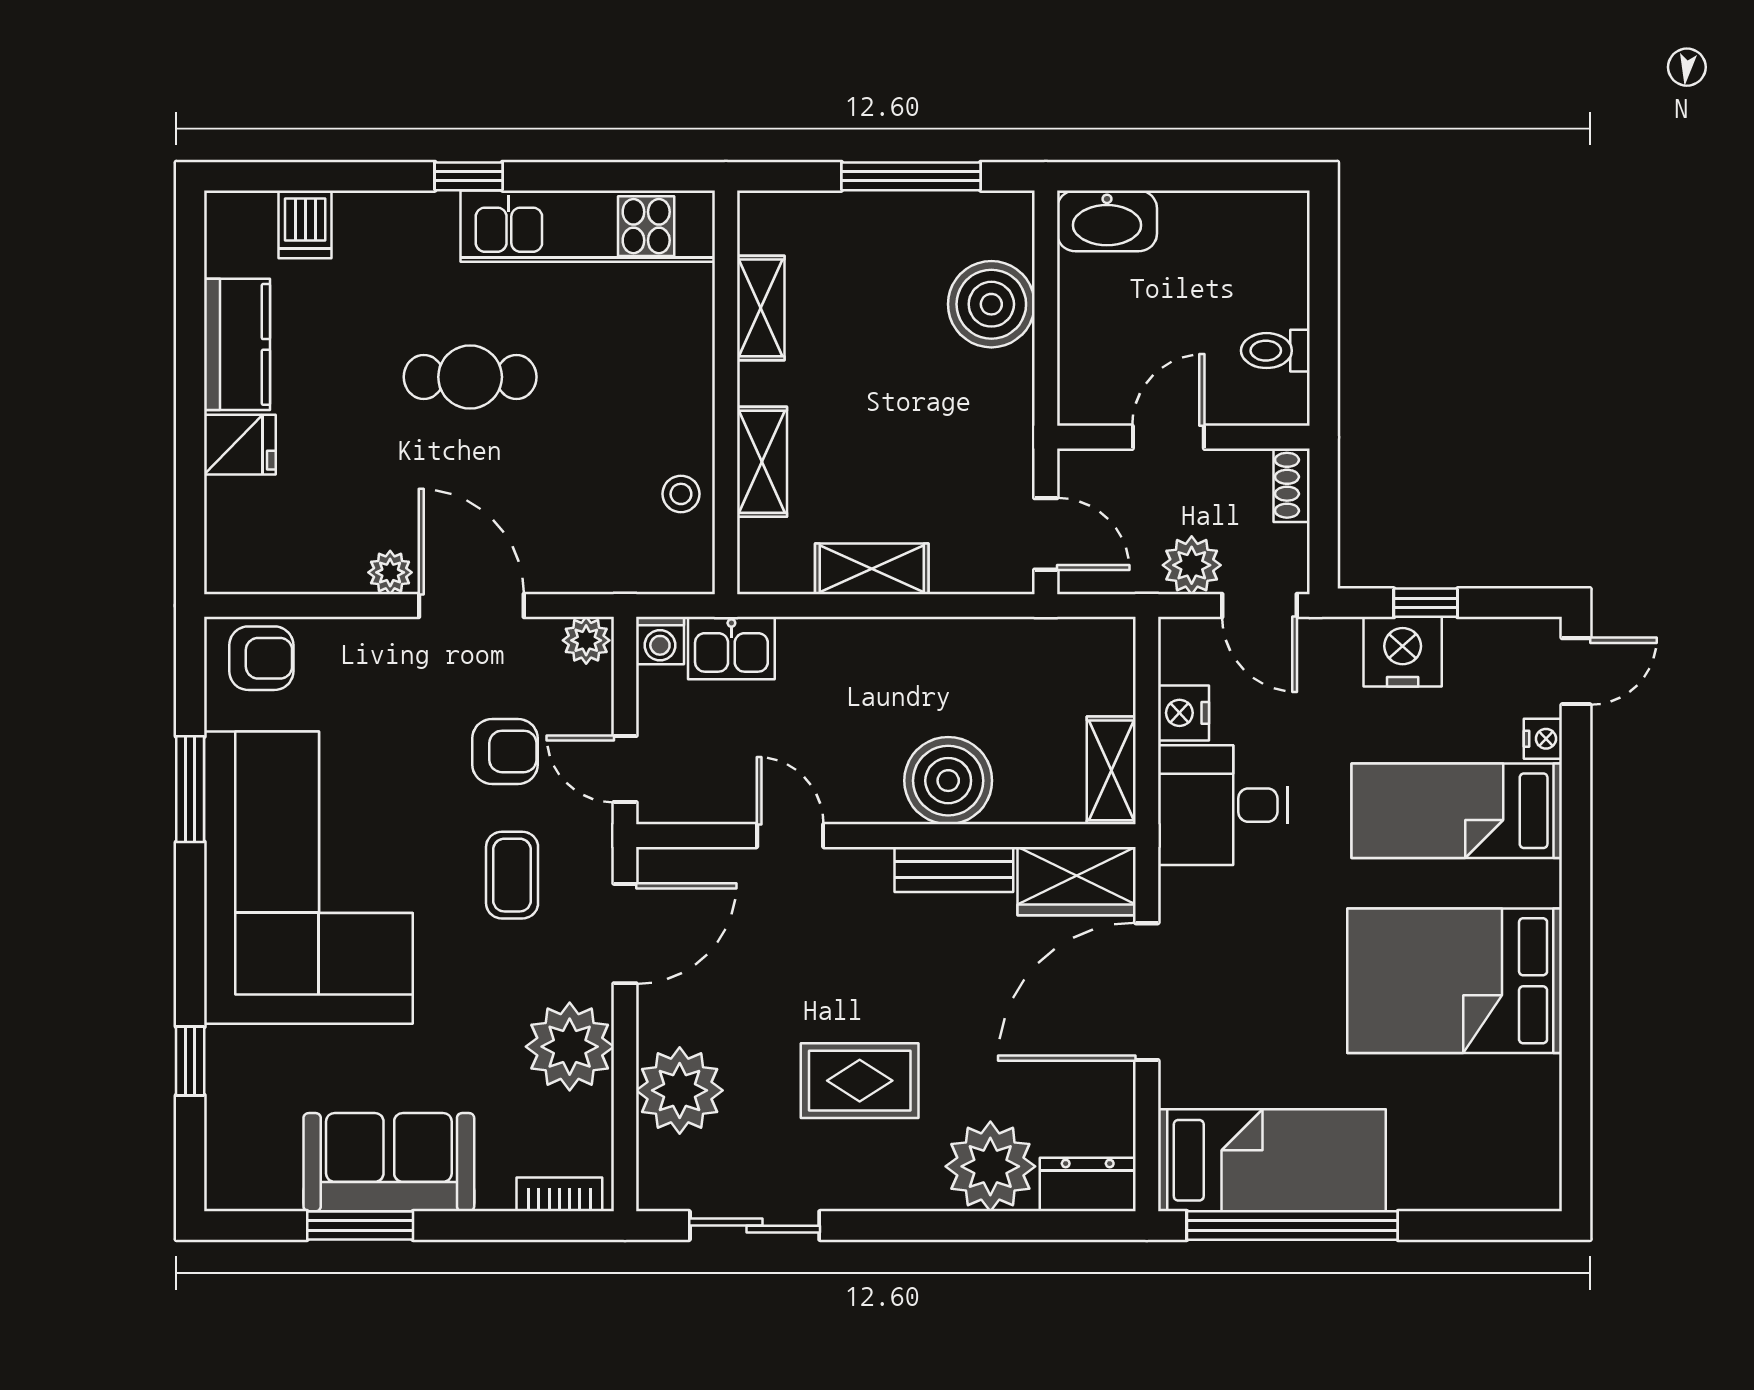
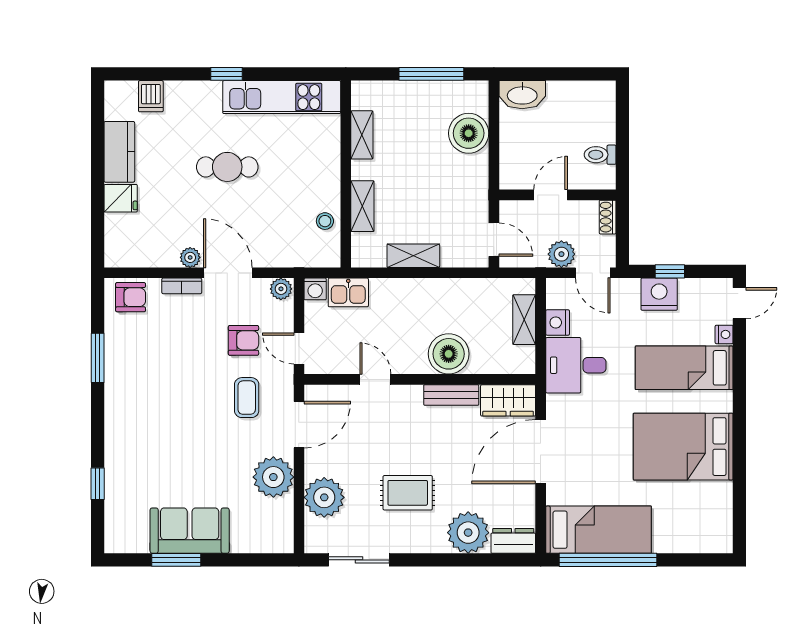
shelving: (1111, 770) -> (524, 320), moved
corner sofa: (308, 878) -> (152, 399), removed
bookcase: (559, 1194) -> (182, 286), moved, turned 180

